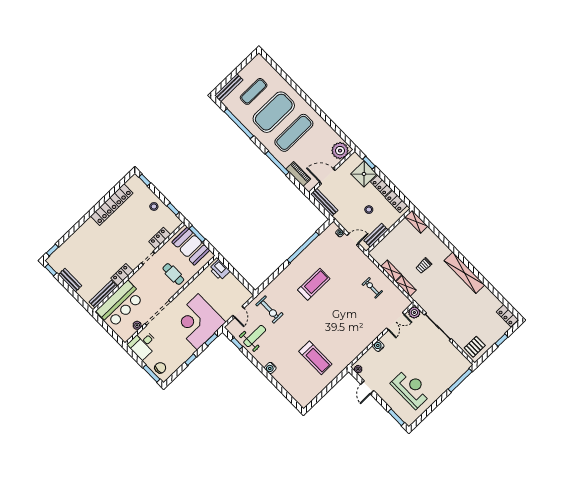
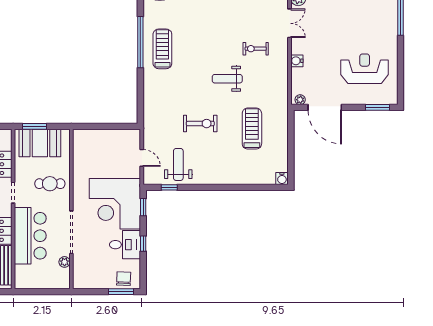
printer: (220, 270) -> (87, 138), removed
treadmill: (314, 284) -> (162, 49), moved
exercise bike: (372, 288) -> (256, 49), moved
bar counter: (120, 304) -> (30, 236), moved
exercise bike: (269, 310) -> (200, 124), moved
weight bench: (330, 317) -> (227, 79), added
desk: (143, 344) -> (125, 245), moved, turned -90
treadmill: (315, 358) -> (252, 129), turned -90
water cooler: (270, 368) -> (282, 179), moved
door: (367, 387) -> (325, 107), width x1.88

